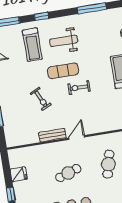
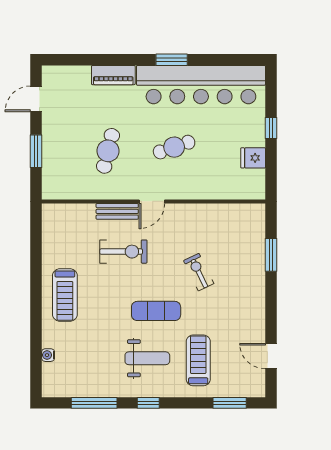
window: (41, 16) -> (148, 403), moved
exercise bike: (79, 88) -> (123, 252), moved, width x1.38, depth x1.39
bench: (52, 135) -> (117, 211), moved

